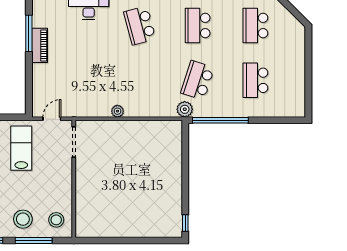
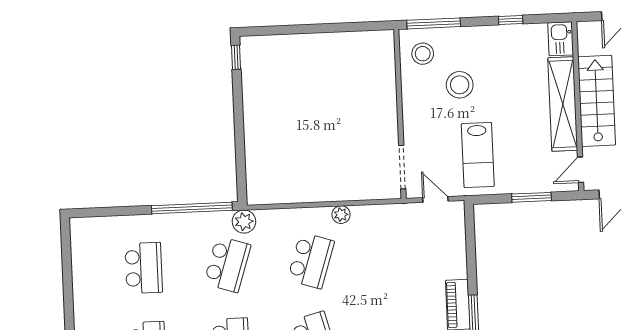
school desk: (140, 80) -> (311, 261), added
door: (52, 119) -> (435, 199), swing flipped
stool: (23, 219) -> (460, 85), moved
window: (34, 240) -> (434, 23), moved

